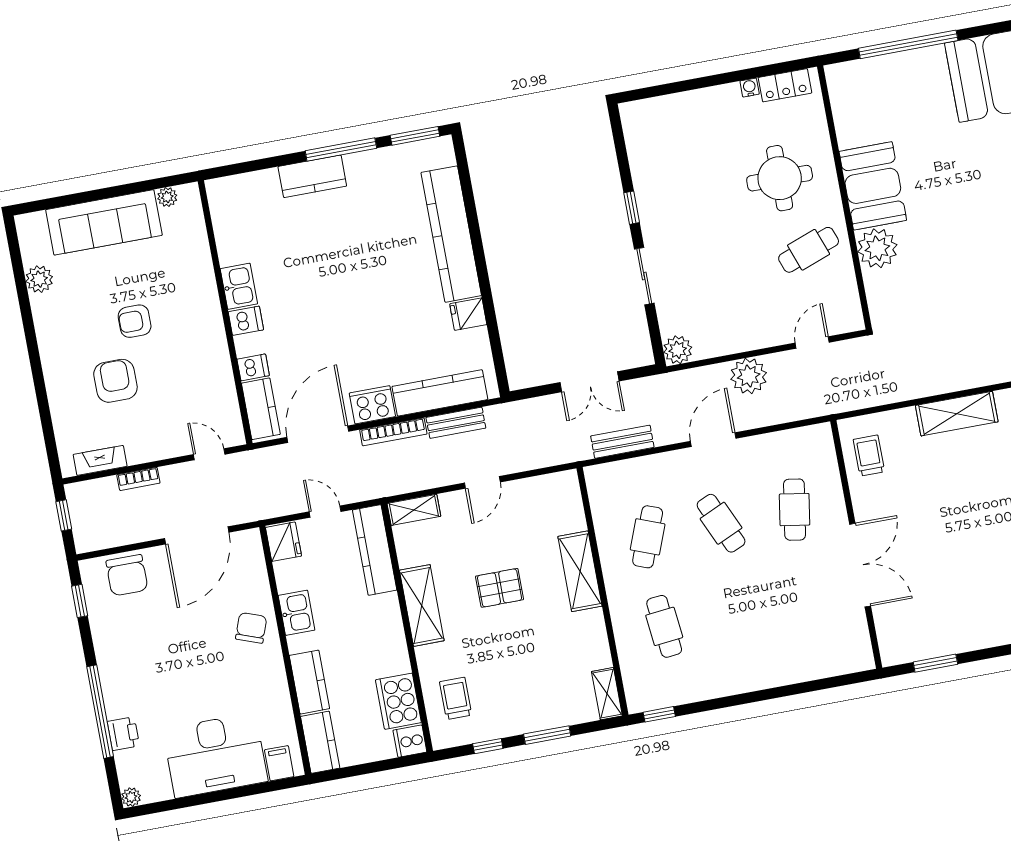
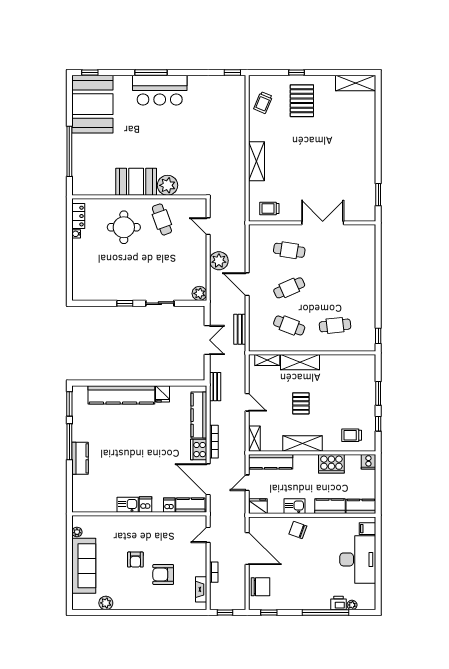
bench: (456, 423) -> (215, 387), moved
shelving: (607, 694) -> (267, 360), moved
cooker: (398, 701) -> (331, 464), moved
plant: (131, 797) -> (352, 605), moved

